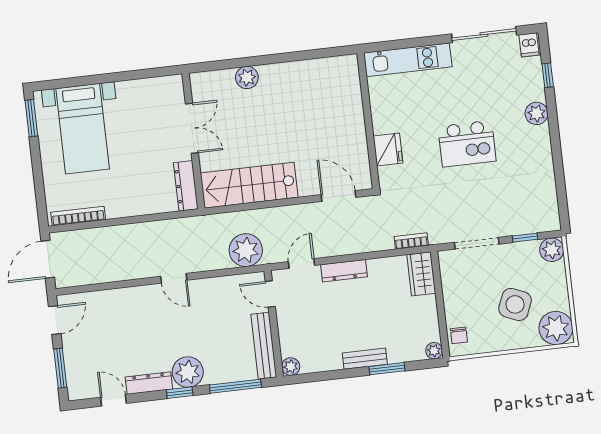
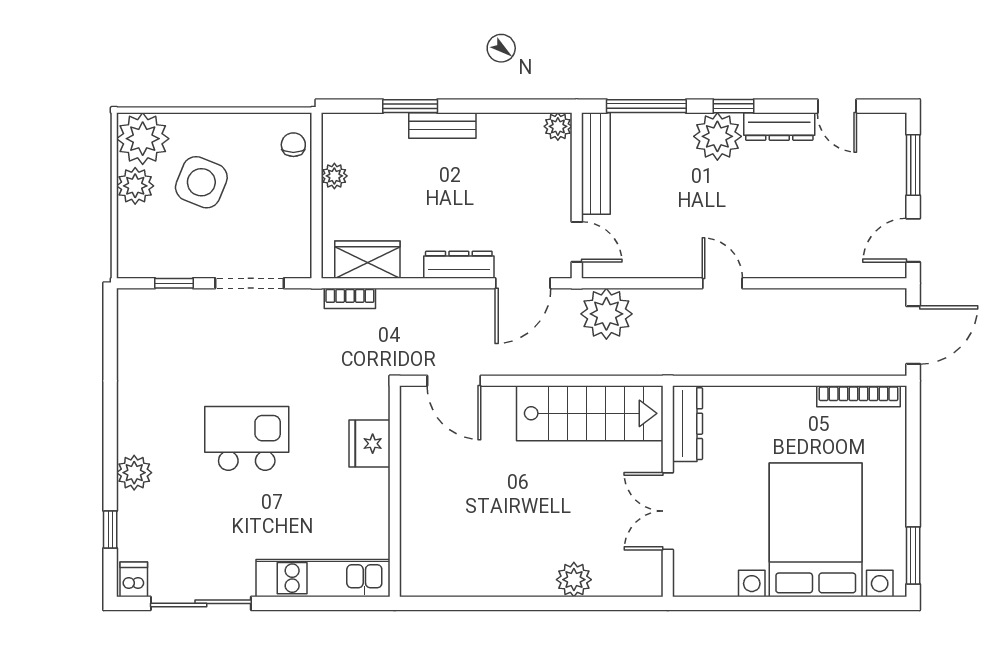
bed with nightstands: (83, 129) -> (816, 530), width x1.36
plant: (552, 250) -> (135, 186), moved
door: (302, 264) -> (523, 283), width x1.37
wardrobe: (421, 274) -> (367, 260), moved, turned -90
plant: (434, 351) -> (334, 176), moved

